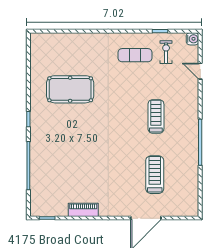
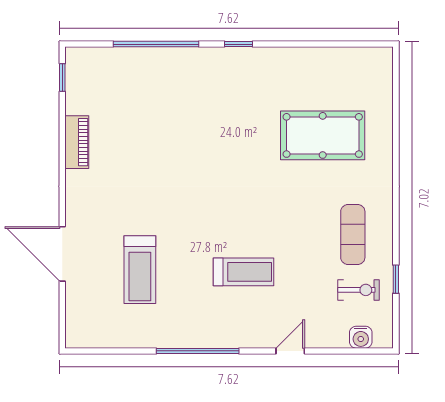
water cooler: (193, 39) -> (361, 337), moved
door: (200, 71) -> (290, 351), moved
pool table: (70, 89) -> (323, 135), moved, turned 90
treadmill: (155, 175) -> (140, 270), turned 90

